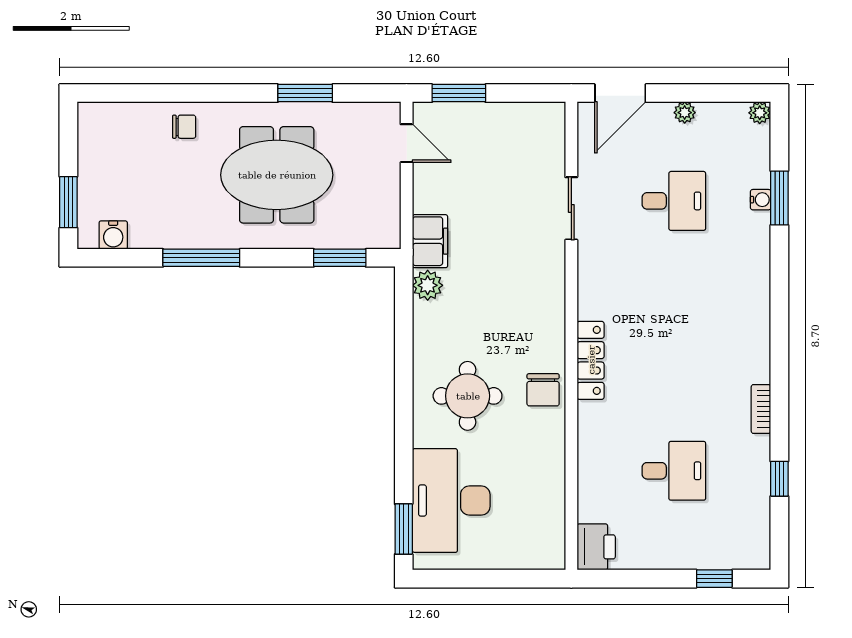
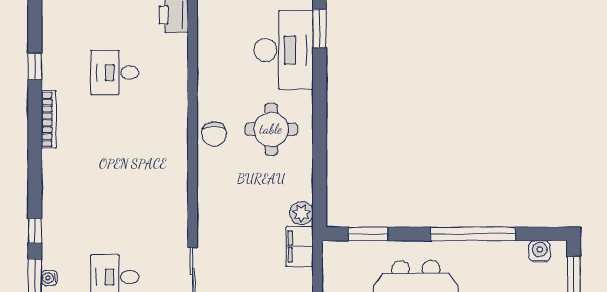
window: (201, 258) -> (473, 234), width x1.46
window: (779, 262) -> (35, 231), added
locker: (591, 360) -> (178, 156), removed
chair: (543, 390) -> (214, 134), turned 180
bookcase: (761, 409) -> (49, 119), width x1.56

